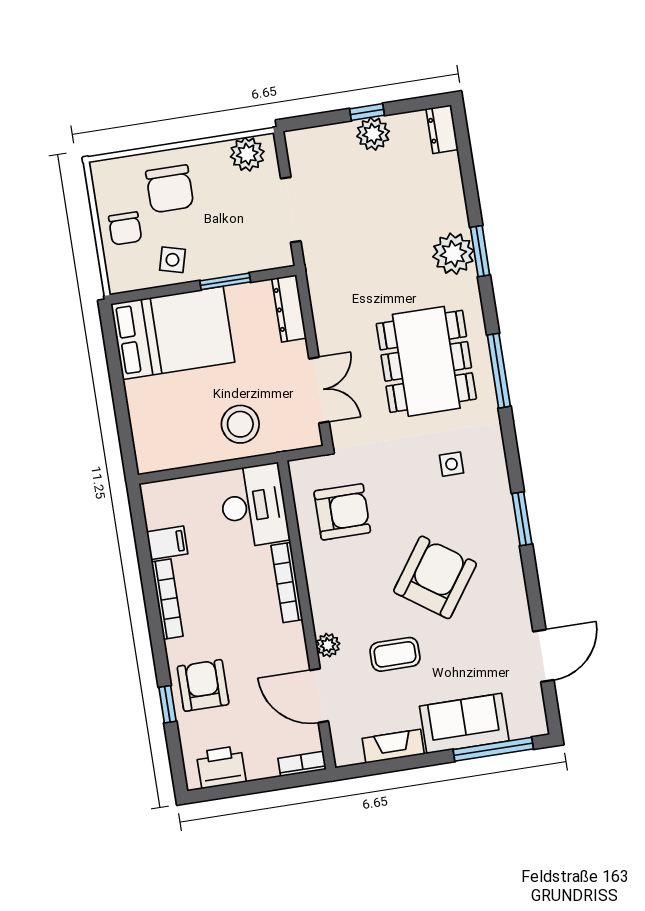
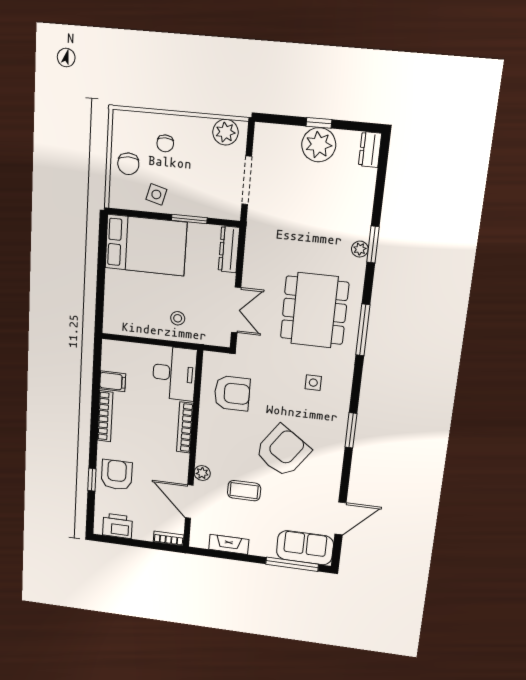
plant: (373, 134) -> (319, 145), width x1.36, depth x1.36
chair: (170, 189) -> (165, 143), width x0.54, depth x0.54
plant: (453, 254) -> (360, 249), width x0.53, depth x0.53
stool: (240, 424) -> (178, 318), width x0.53, depth x0.53
sofa: (464, 724) -> (305, 548), moved

